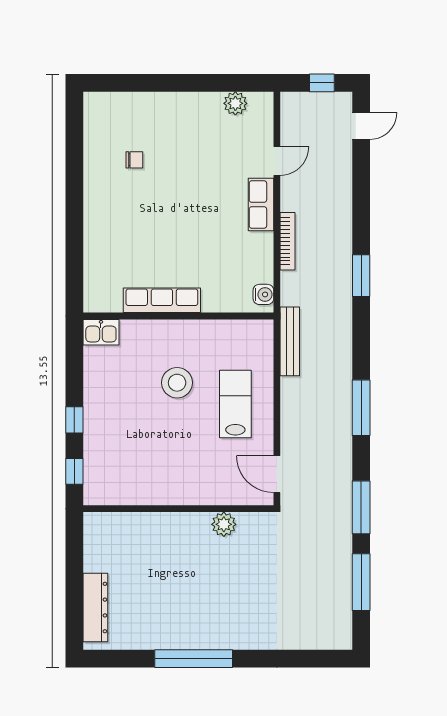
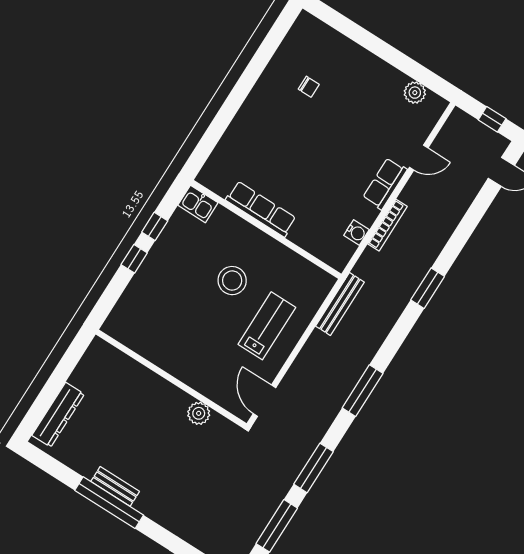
water cooler: (263, 294) -> (357, 233), moved
window: (74, 471) -> (155, 226), moved
bench: (190, 640) -> (115, 486), added

